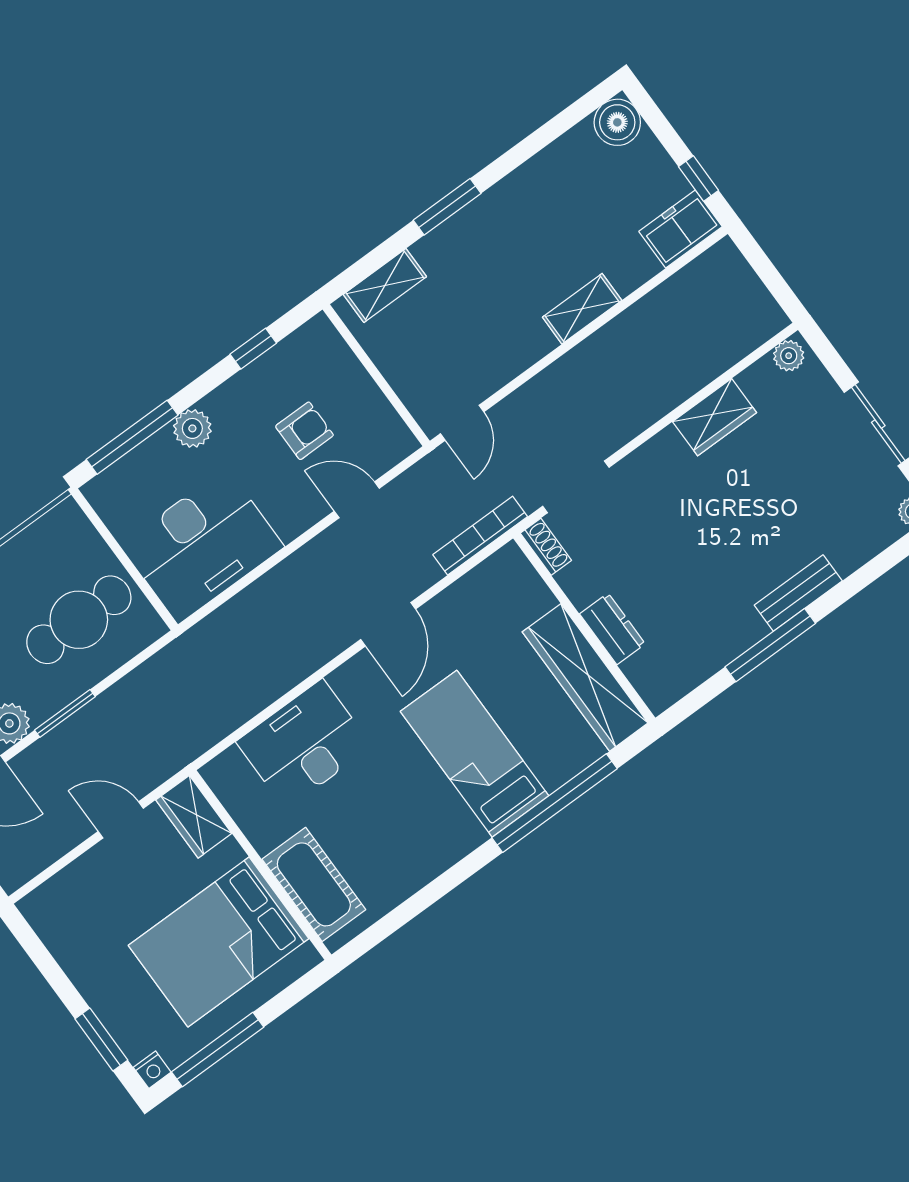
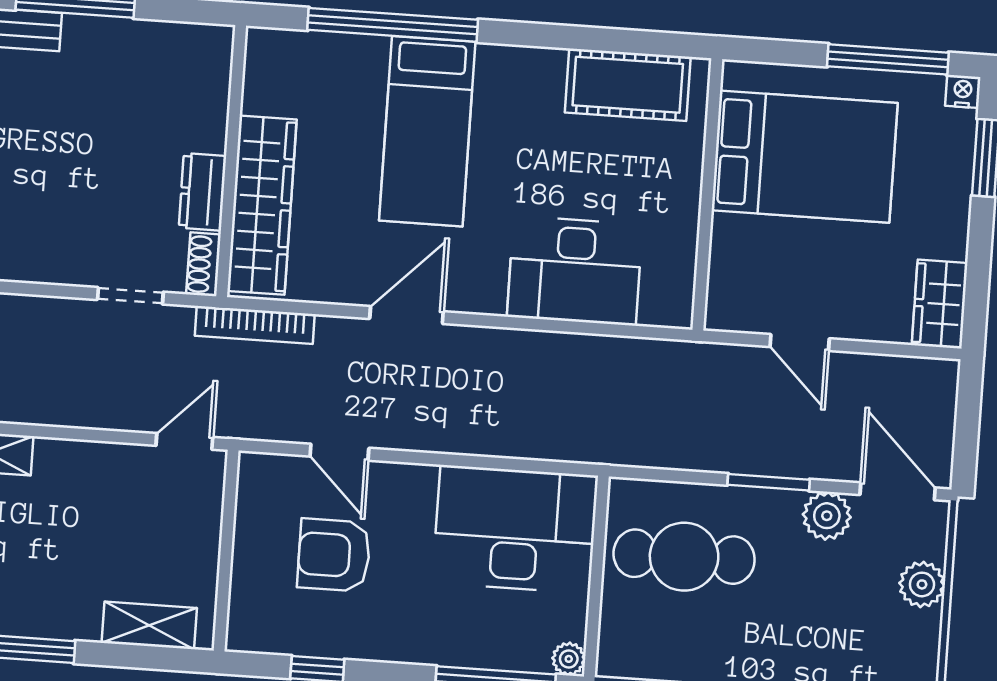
plant: (192, 428) -> (569, 659), moved, width x0.73, depth x0.73
armchair: (304, 431) -> (334, 555), width x1.38, depth x1.38
doorway: (576, 487) -> (130, 296), width x0.73
dresser: (612, 629) -> (202, 192), moved
wardrobe: (585, 677) -> (262, 205), moved
wardrobe: (194, 817) -> (940, 304), moved, turned 180
cot: (314, 884) -> (628, 85), moved, turned 90

